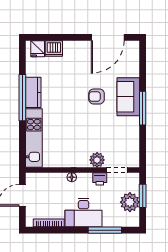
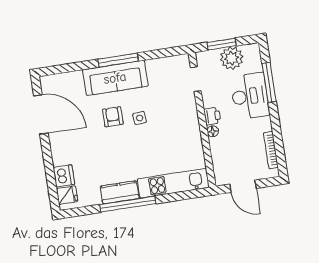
armchair: (97, 96) -> (113, 117), turned 180
sofa: (128, 97) -> (115, 78), width x1.36
side table: (92, 118) -> (140, 118), added
plant: (97, 160) -> (188, 105), removed
printer: (100, 179) -> (212, 116), moved
desk: (84, 212) -> (250, 96), moved

